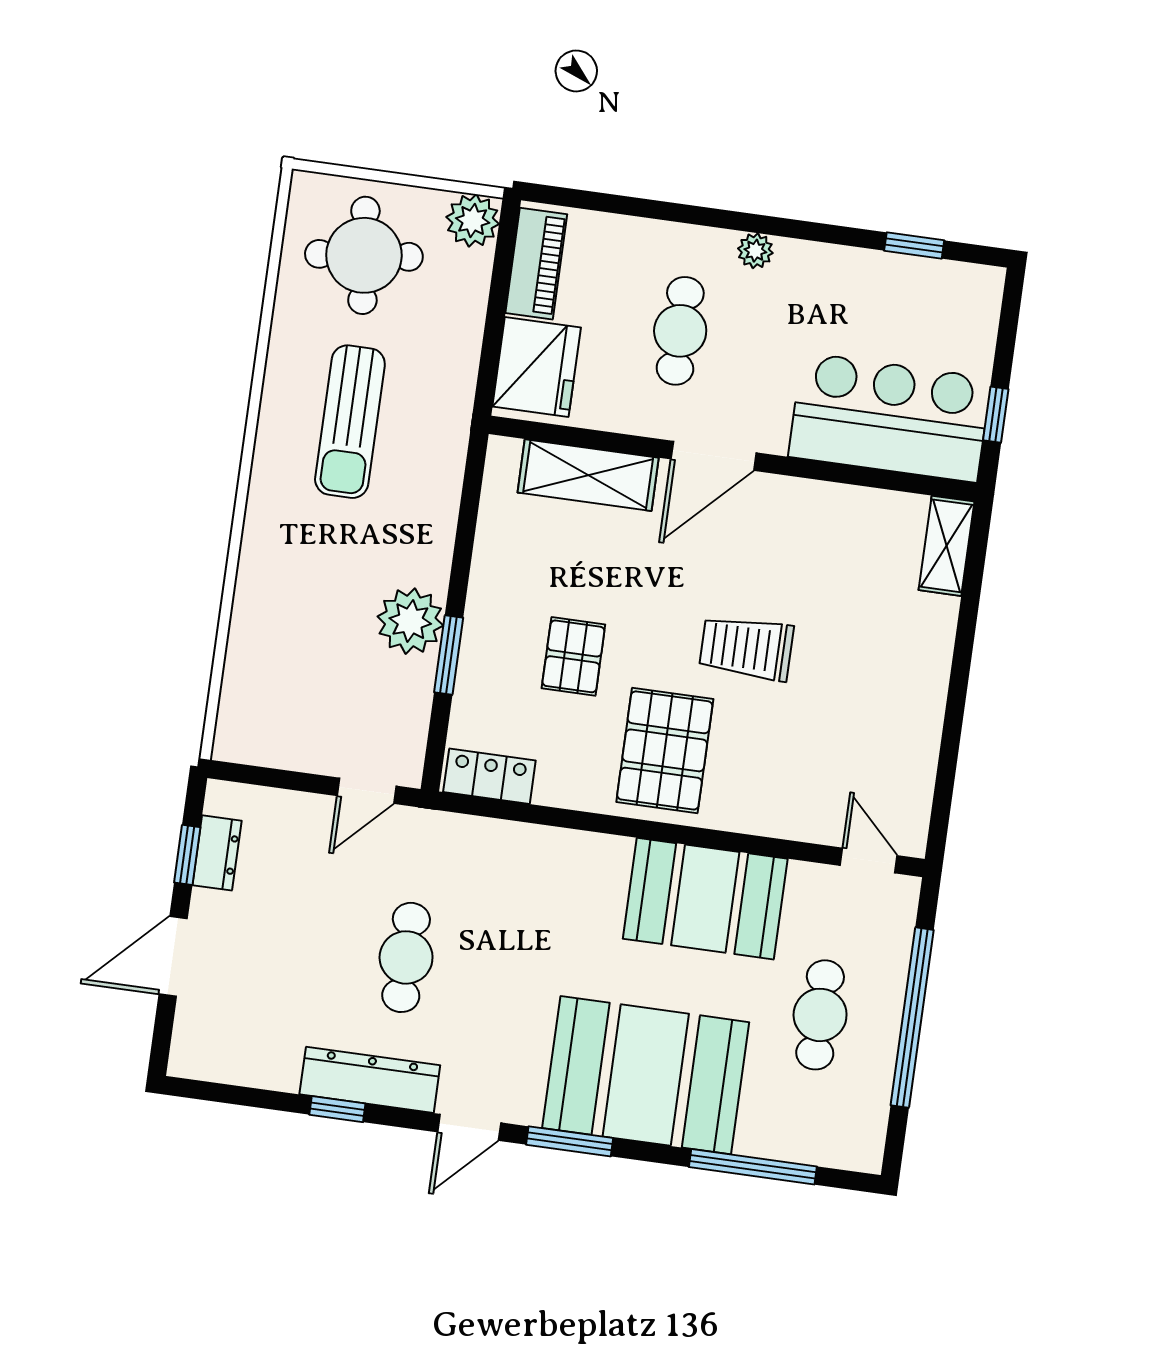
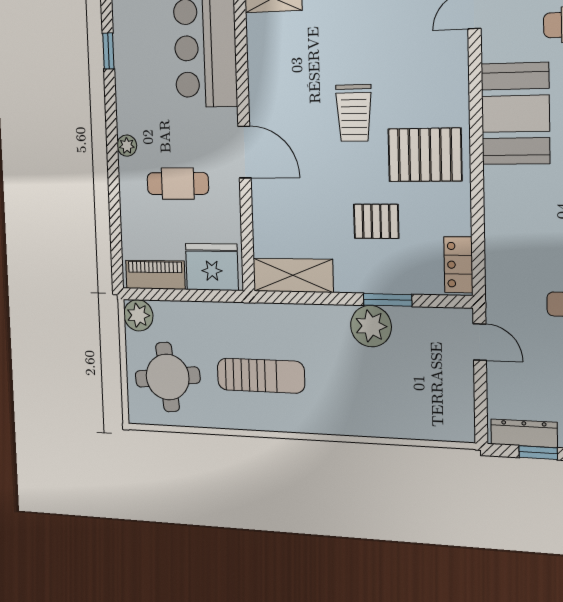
shelving: (588, 475) -> (293, 275), moved, turned 90
dresser: (217, 853) -> (524, 433), width x1.44

